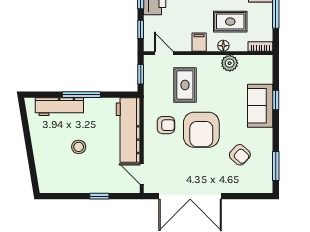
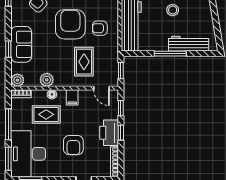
plant: (265, 63) -> (17, 80), added

